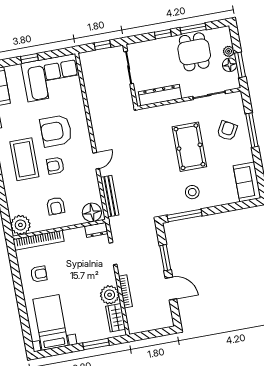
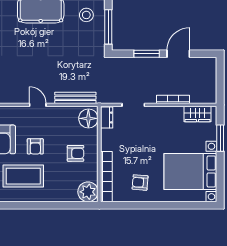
armchair: (39, 274) -> (140, 182), turned -85
plant: (110, 295) -> (174, 116), removed
bed with nightstands: (51, 322) -> (190, 171), width x1.36

